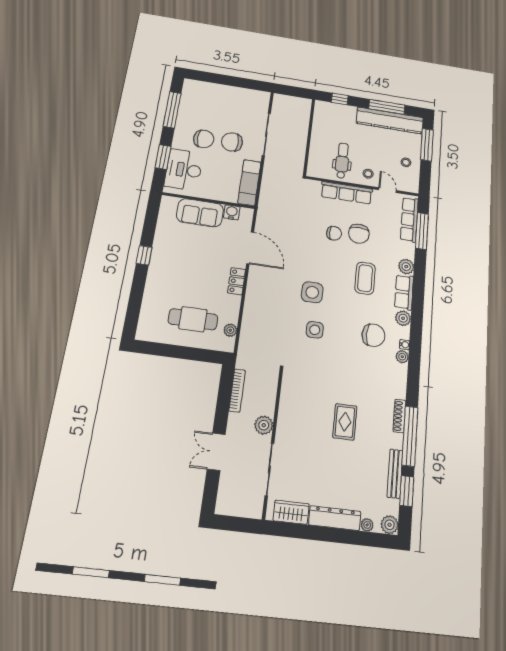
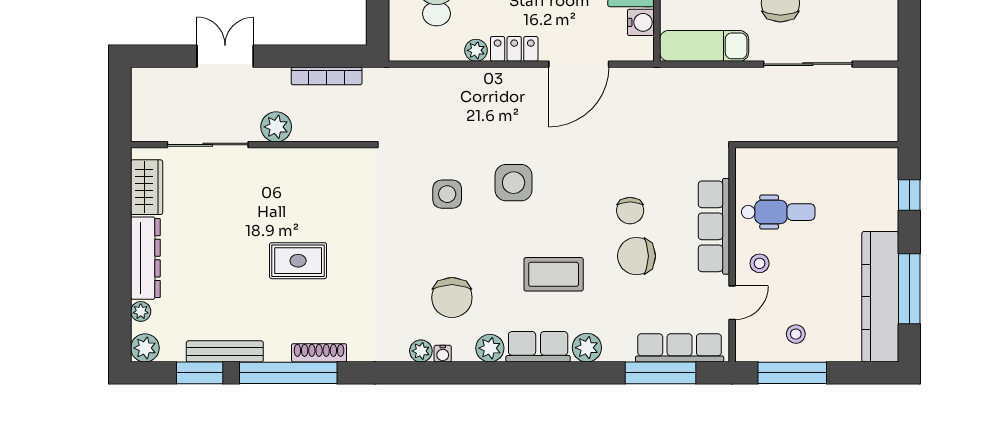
window: (427, 145) -> (792, 373), moved
plant: (230, 330) -> (476, 50), moved

